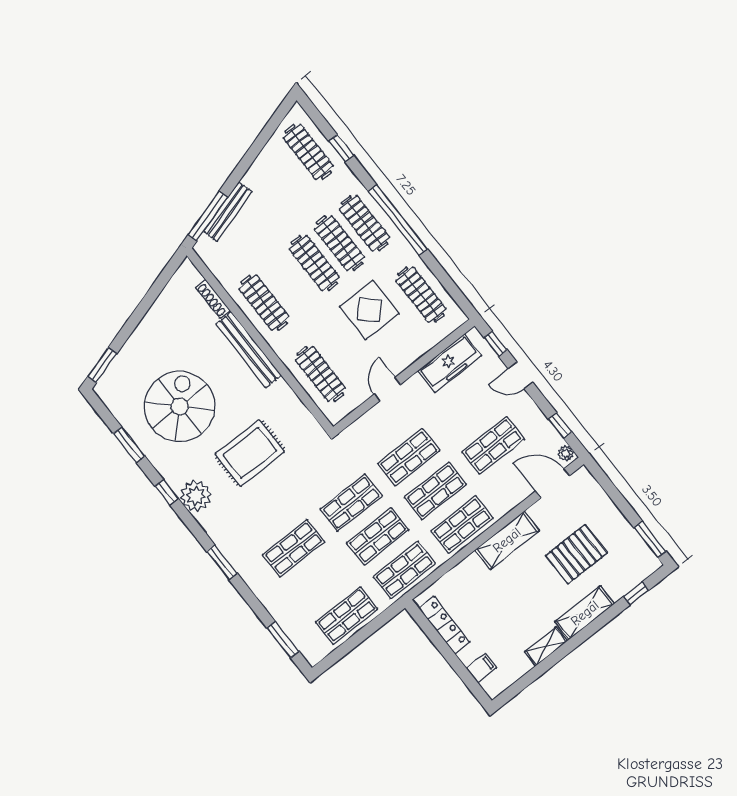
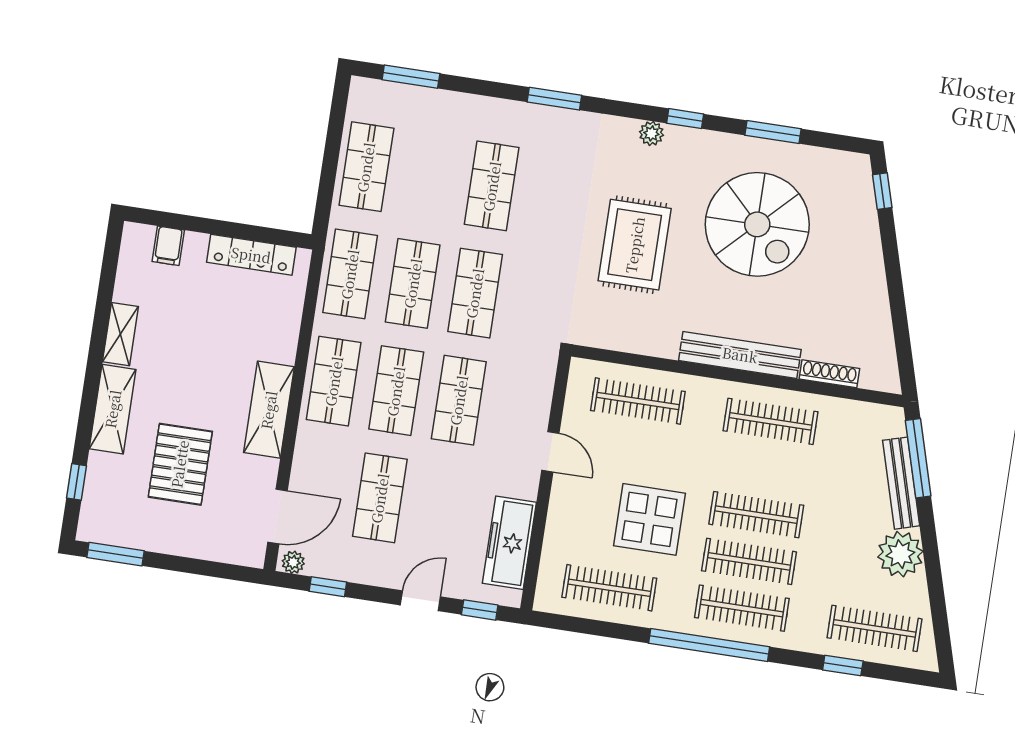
plant: (261, 177) -> (900, 554), added
window: (102, 365) -> (882, 191), width x0.67
plant: (196, 496) -> (651, 133), width x0.53, depth x0.53

